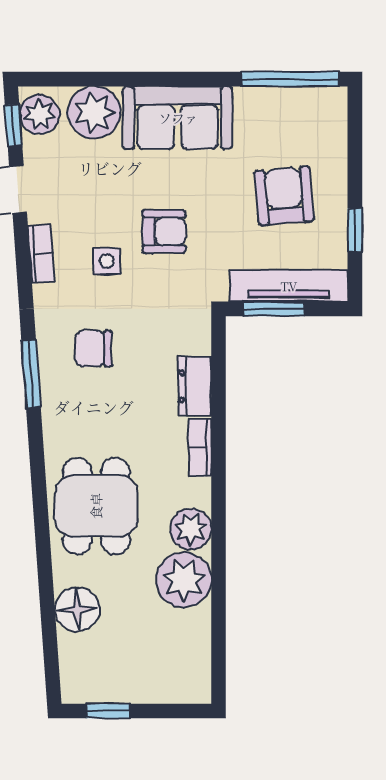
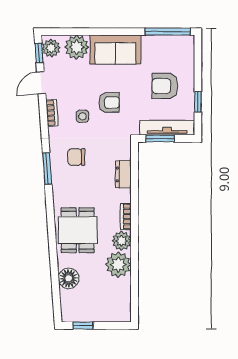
armchair: (284, 196) -> (165, 86), turned -85
bookcase: (200, 447) -> (126, 217), moved

